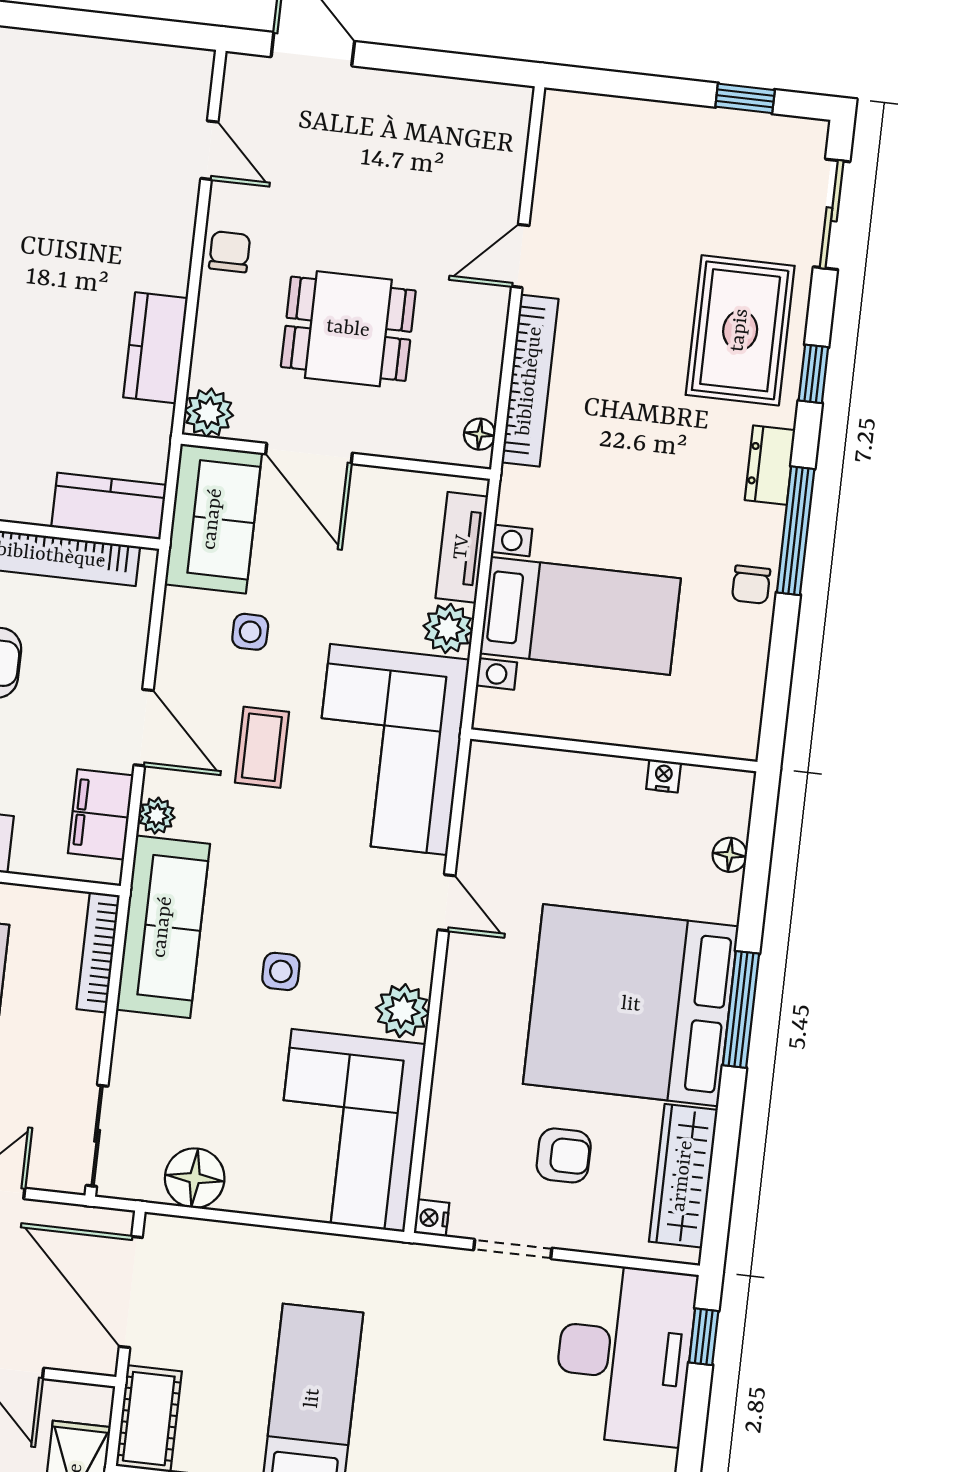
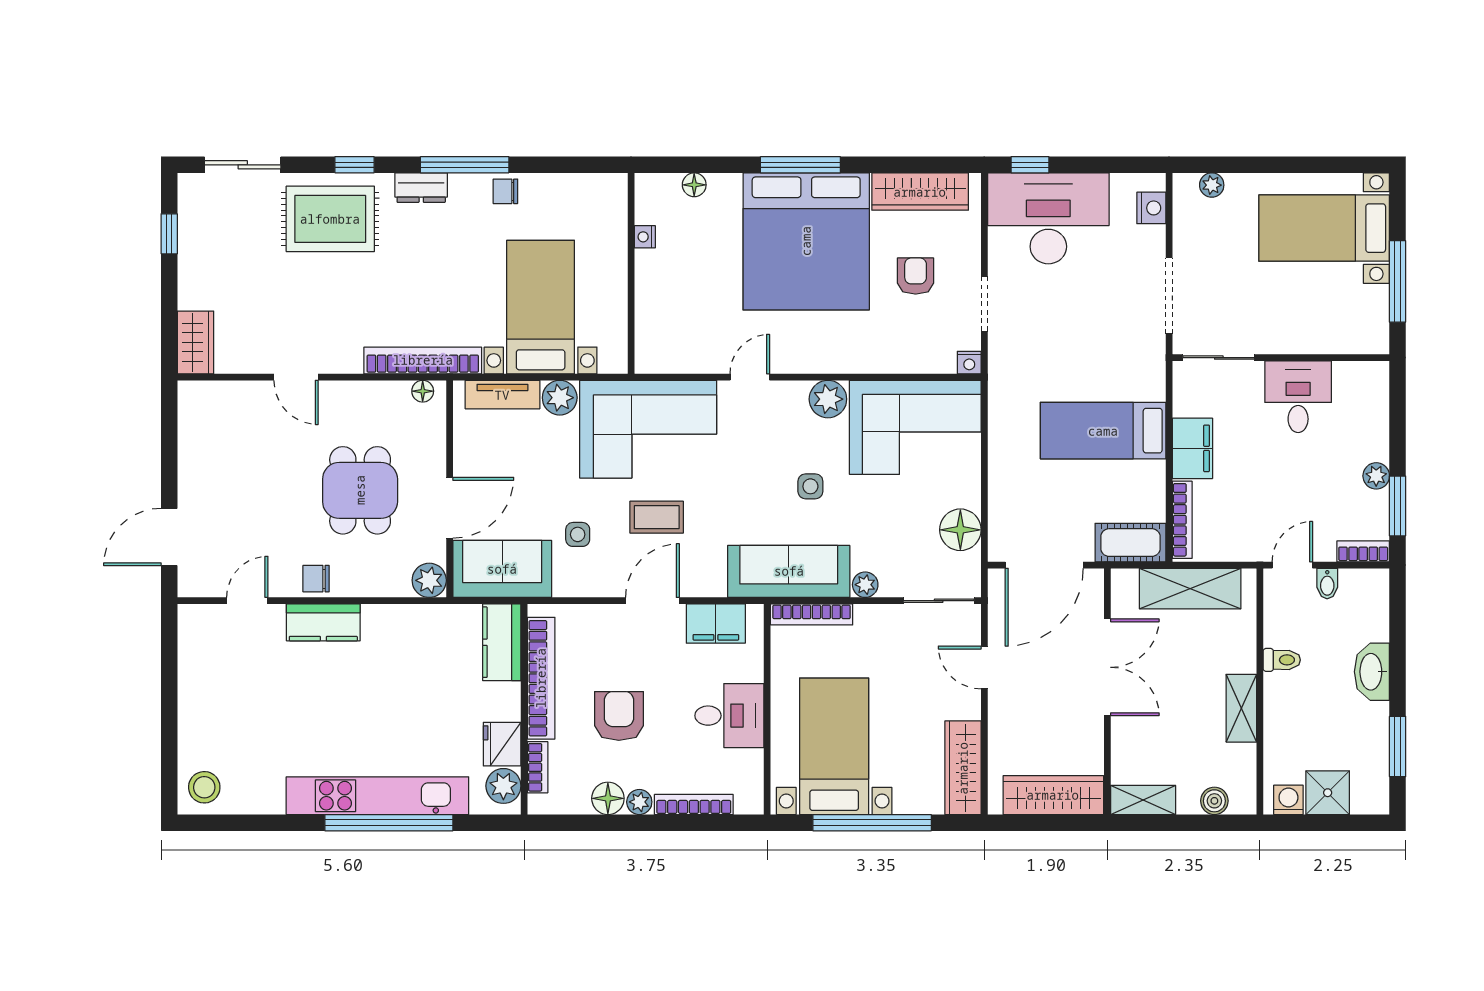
wardrobe: (586, 118) -> (196, 342), added
kitchen counter: (156, 348) -> (323, 622), moved
bookcase: (530, 381) -> (423, 360), moved
chair: (751, 585) -> (505, 191), turned 180
plant: (157, 816) -> (865, 585), moved

